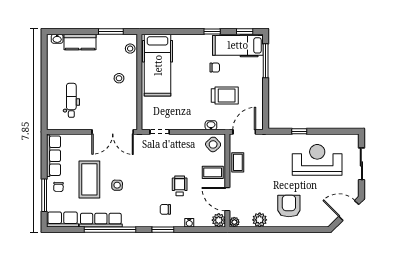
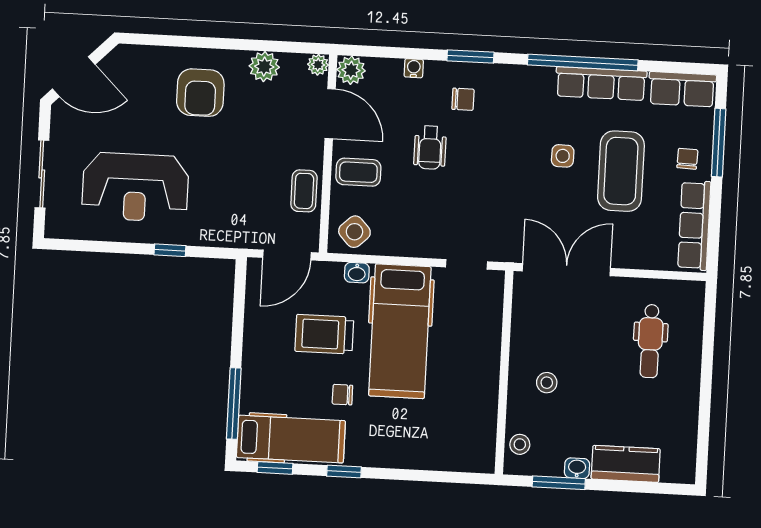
washbasin: (57, 39) -> (577, 468), moved
hospital bed: (158, 65) -> (400, 331), moved, turned 180

